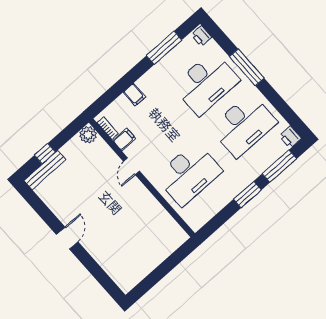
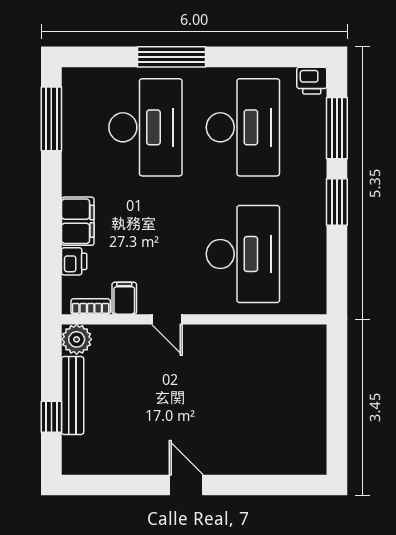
printer: (201, 36) -> (74, 261), moved, turned -90
window: (164, 48) -> (51, 119), moved
filing cabinet: (134, 95) -> (78, 221), width x2.00
bench: (45, 170) -> (73, 396), moved

